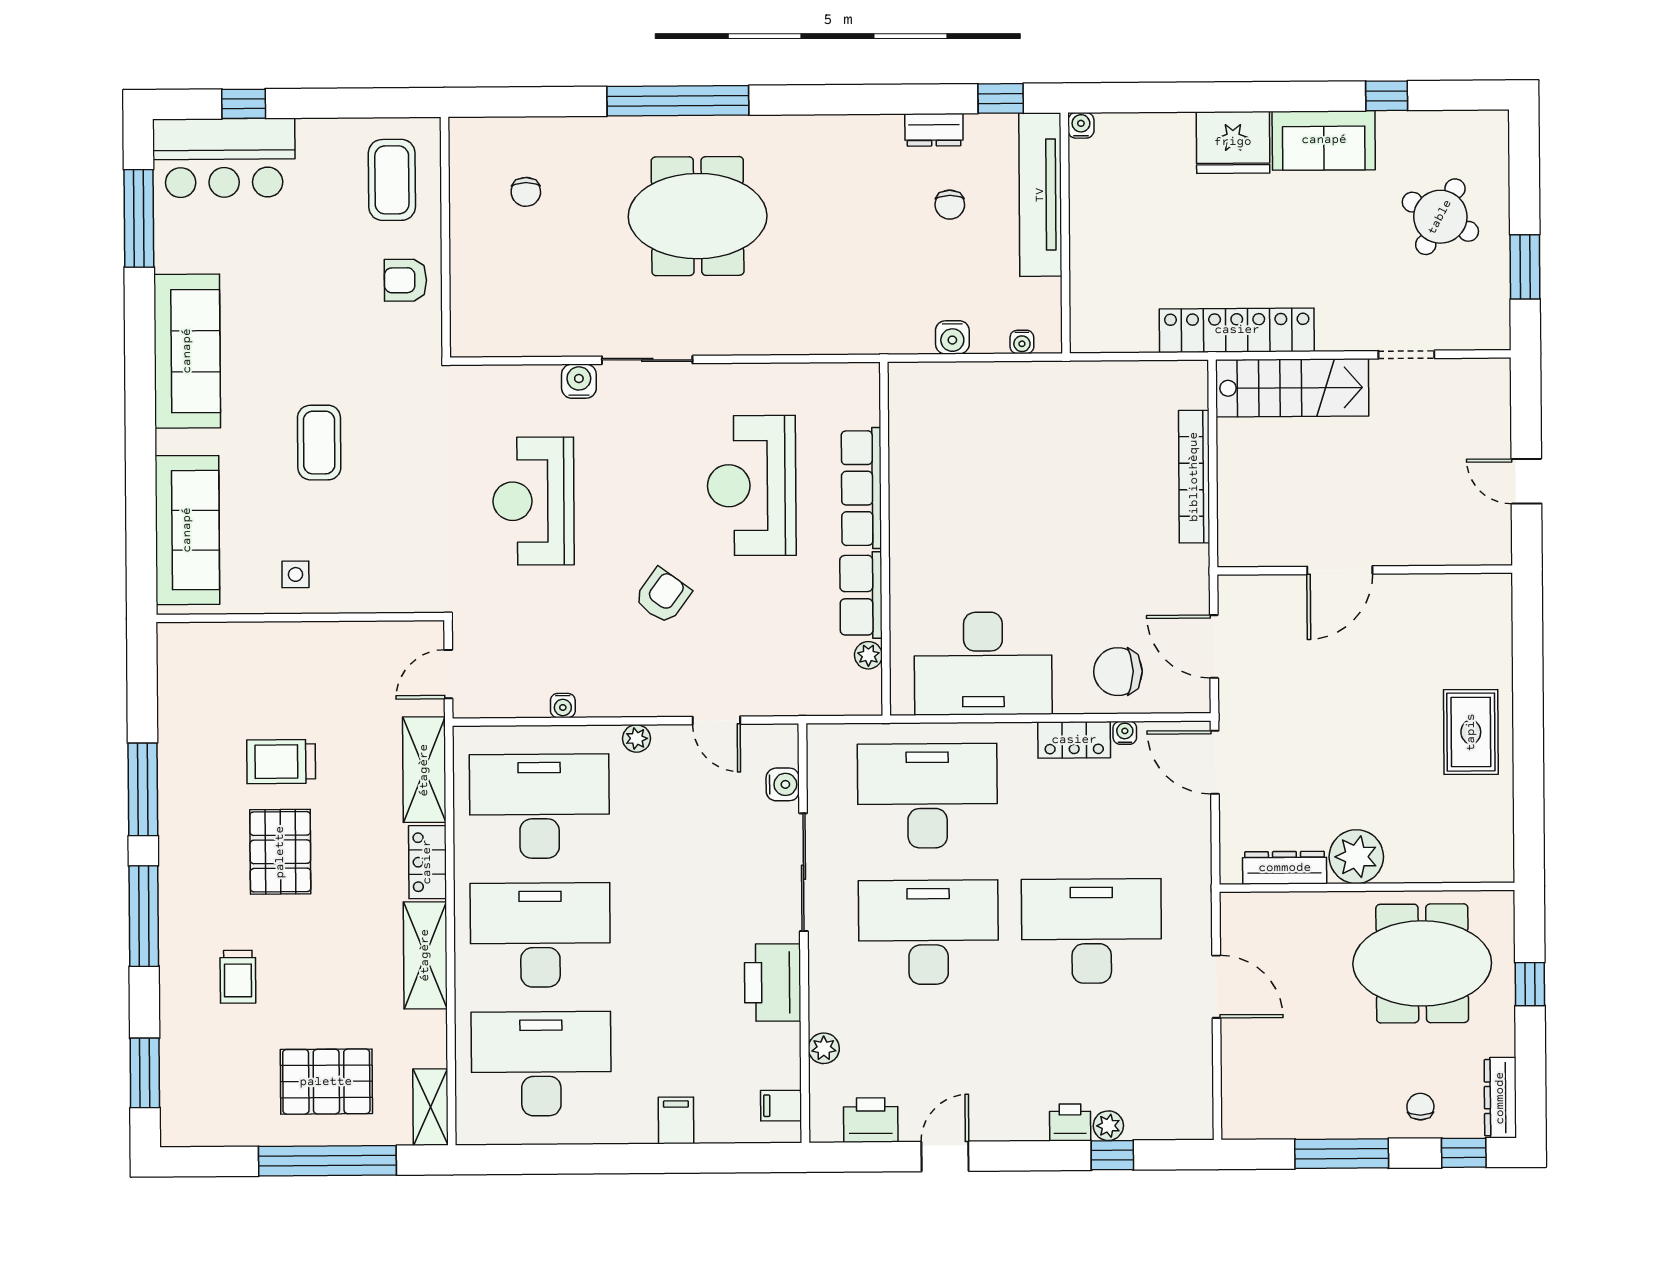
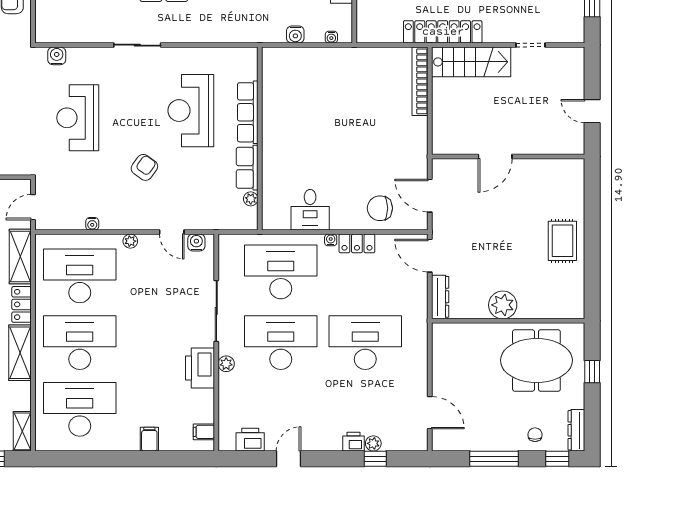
water cooler: (579, 381) -> (57, 56), moved
bookcase: (1194, 477) -> (420, 81), moved
desk: (983, 664) -> (310, 210), width x0.53, depth x0.77
water cooler: (1125, 733) -> (331, 240), moved
water cooler: (783, 784) -> (196, 242), moved, turned -90
dresser: (1285, 868) -> (440, 297), moved, turned 90
door: (1216, 987) -> (430, 413), moved
plant: (824, 1048) -> (226, 364), moved

